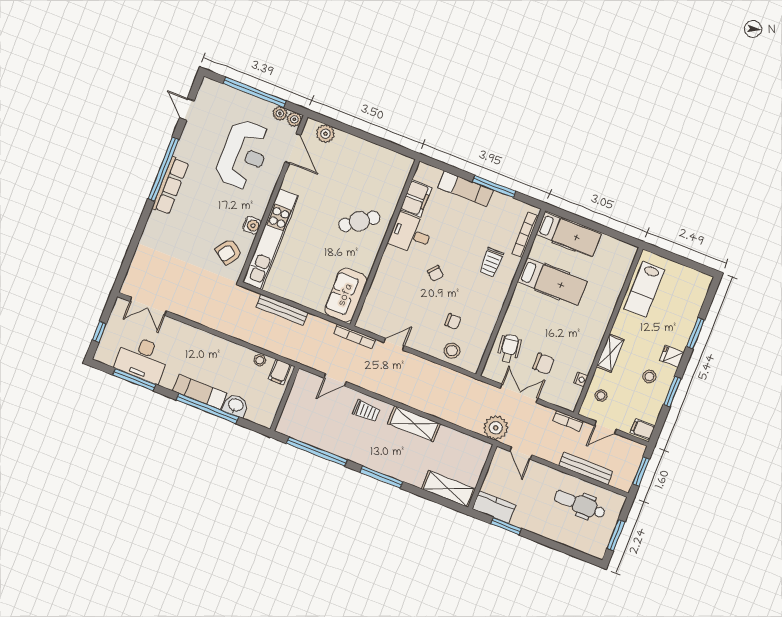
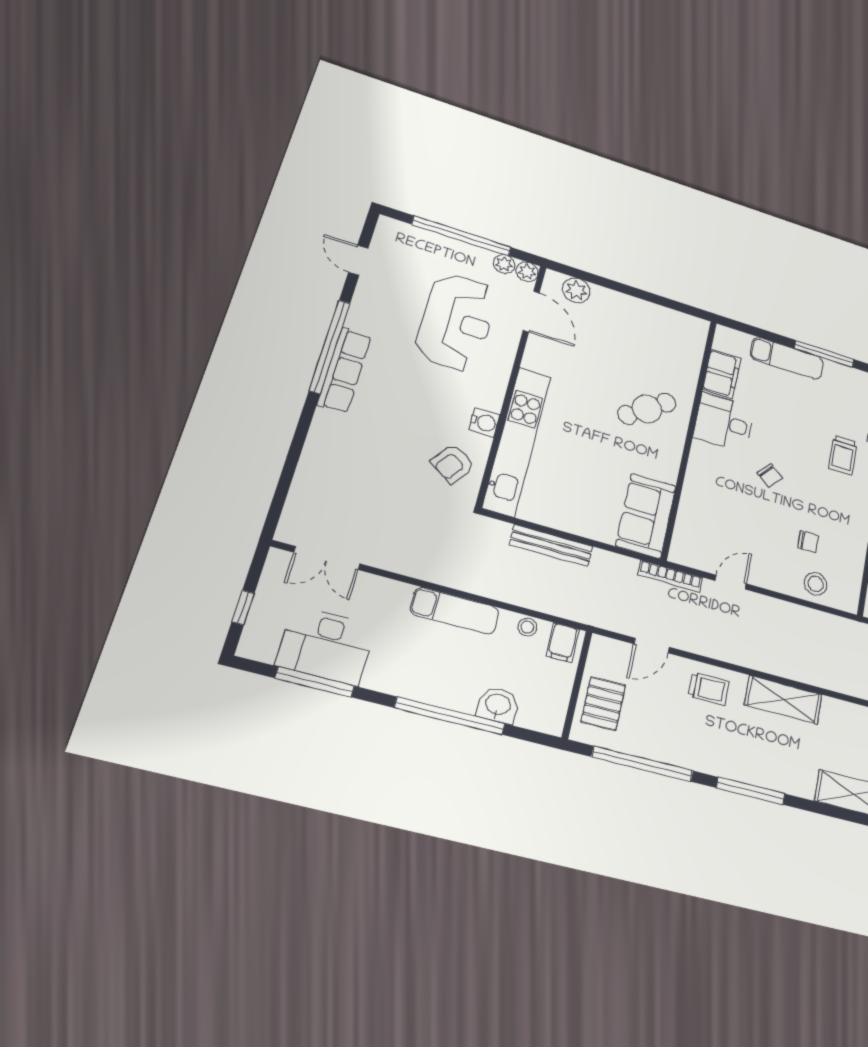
exam couch: (199, 392) -> (455, 611), moved, turned 180
pallet: (299, 412) -> (603, 704), added

